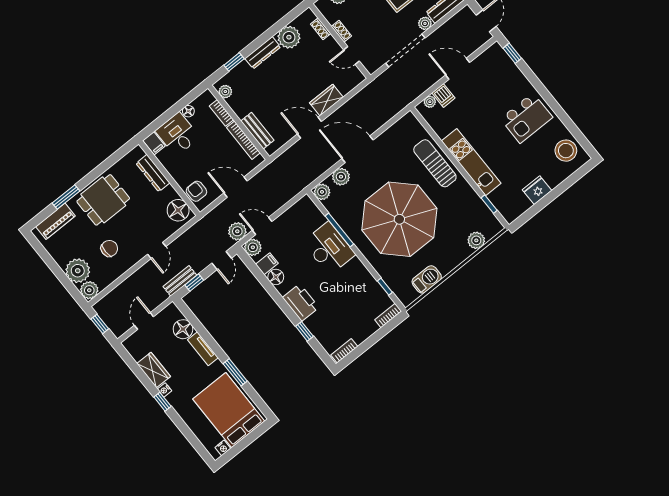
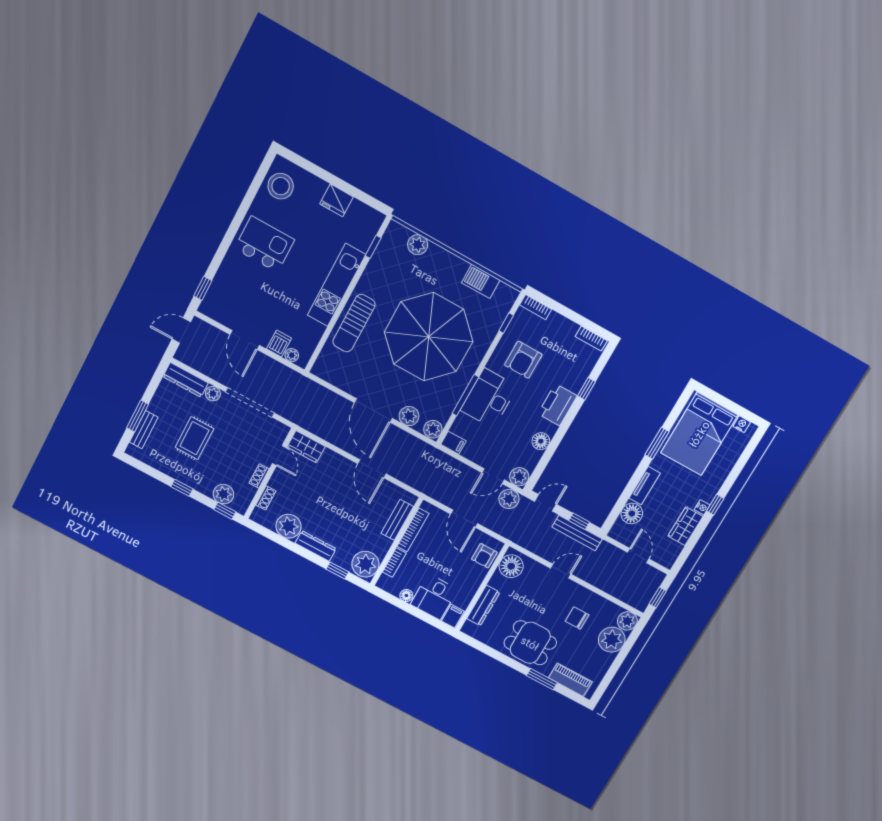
plant: (225, 92) -> (365, 564), width x1.88, depth x1.88
wardrobe: (326, 100) -> (306, 447), moved
door: (262, 226) -> (493, 476), hinge flipped
filing cabinet: (267, 264) -> (453, 443), moved, turned 180
bench: (180, 281) -> (577, 533), width x1.36
armchair: (349, 289) -> (523, 360), added
door: (144, 321) -> (638, 556), swing flipped

